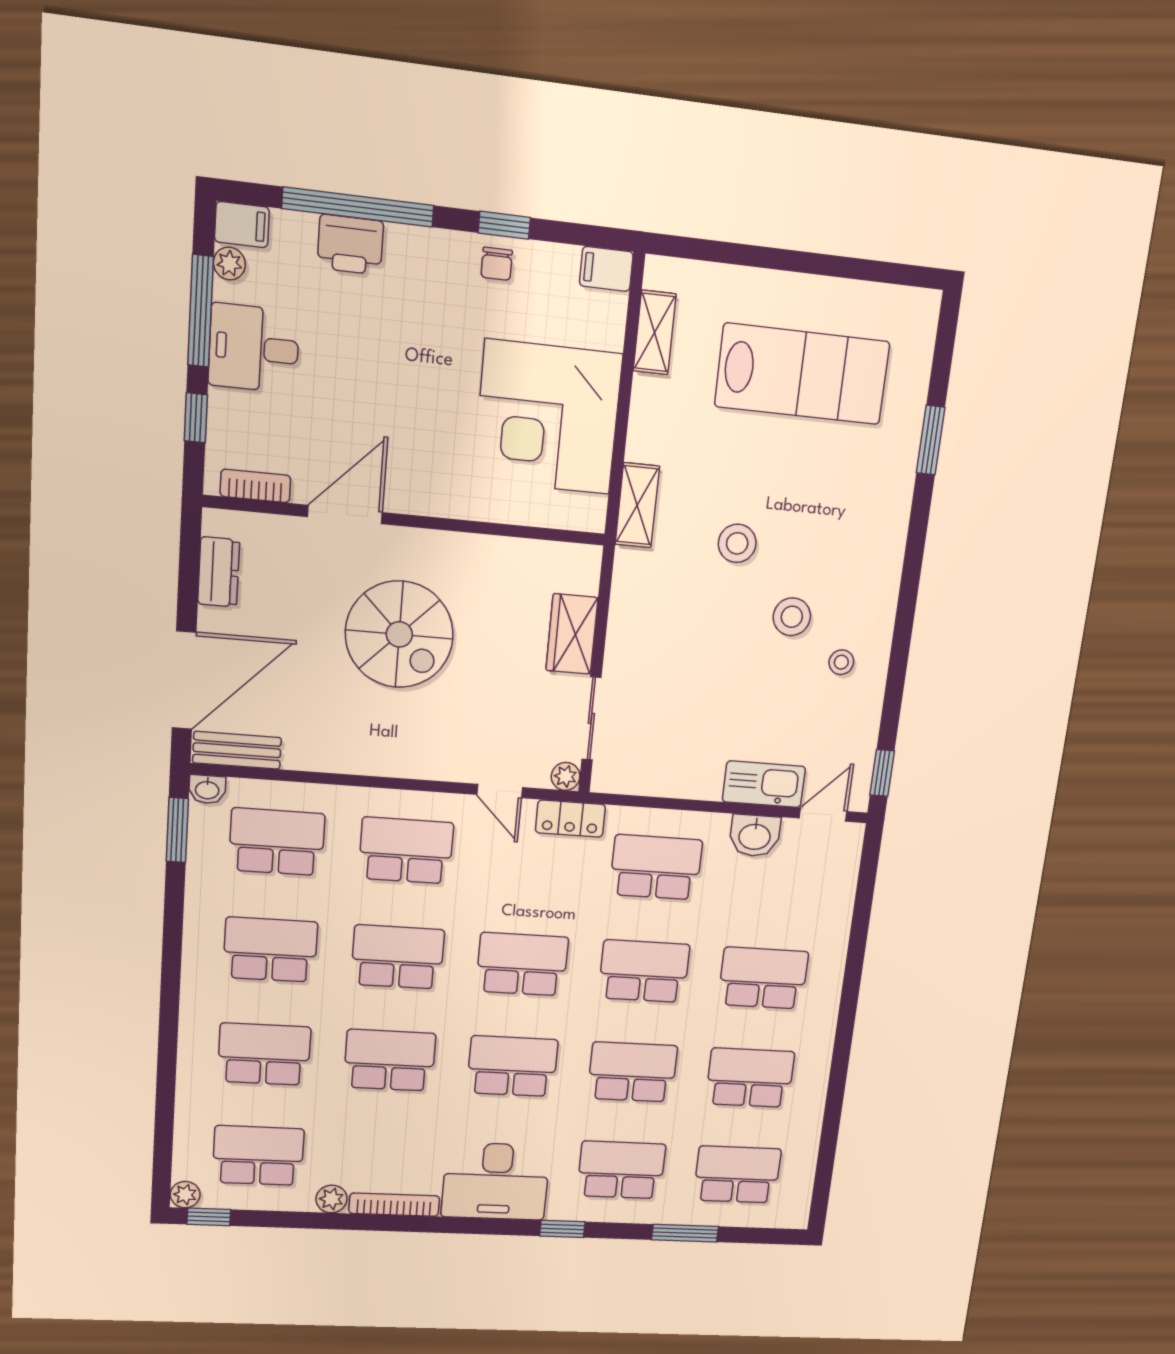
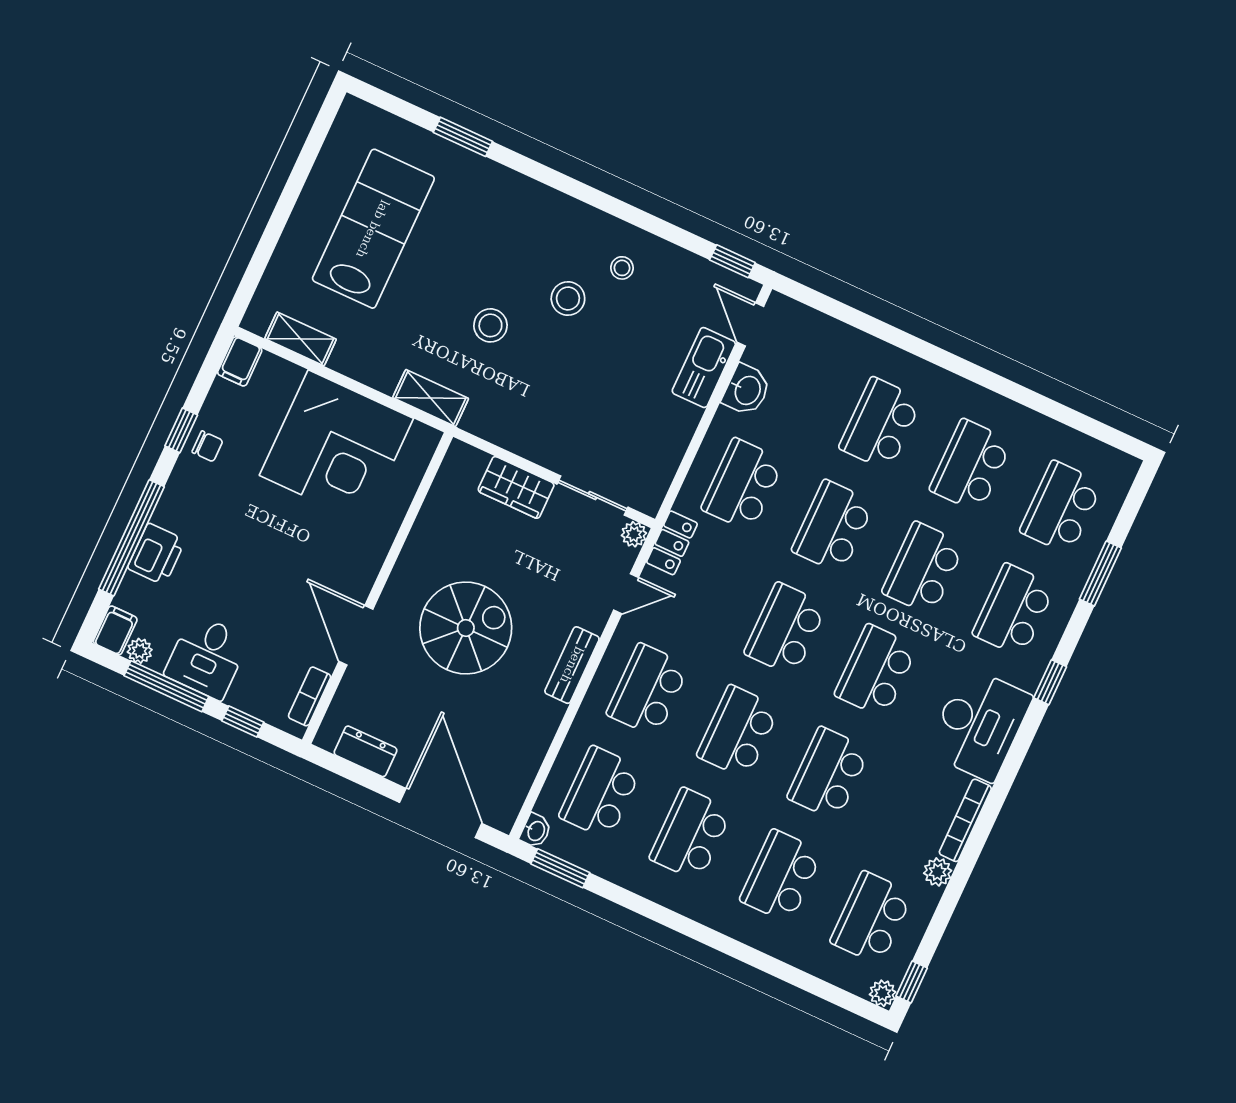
bench: (237, 750) -> (572, 665), moved

